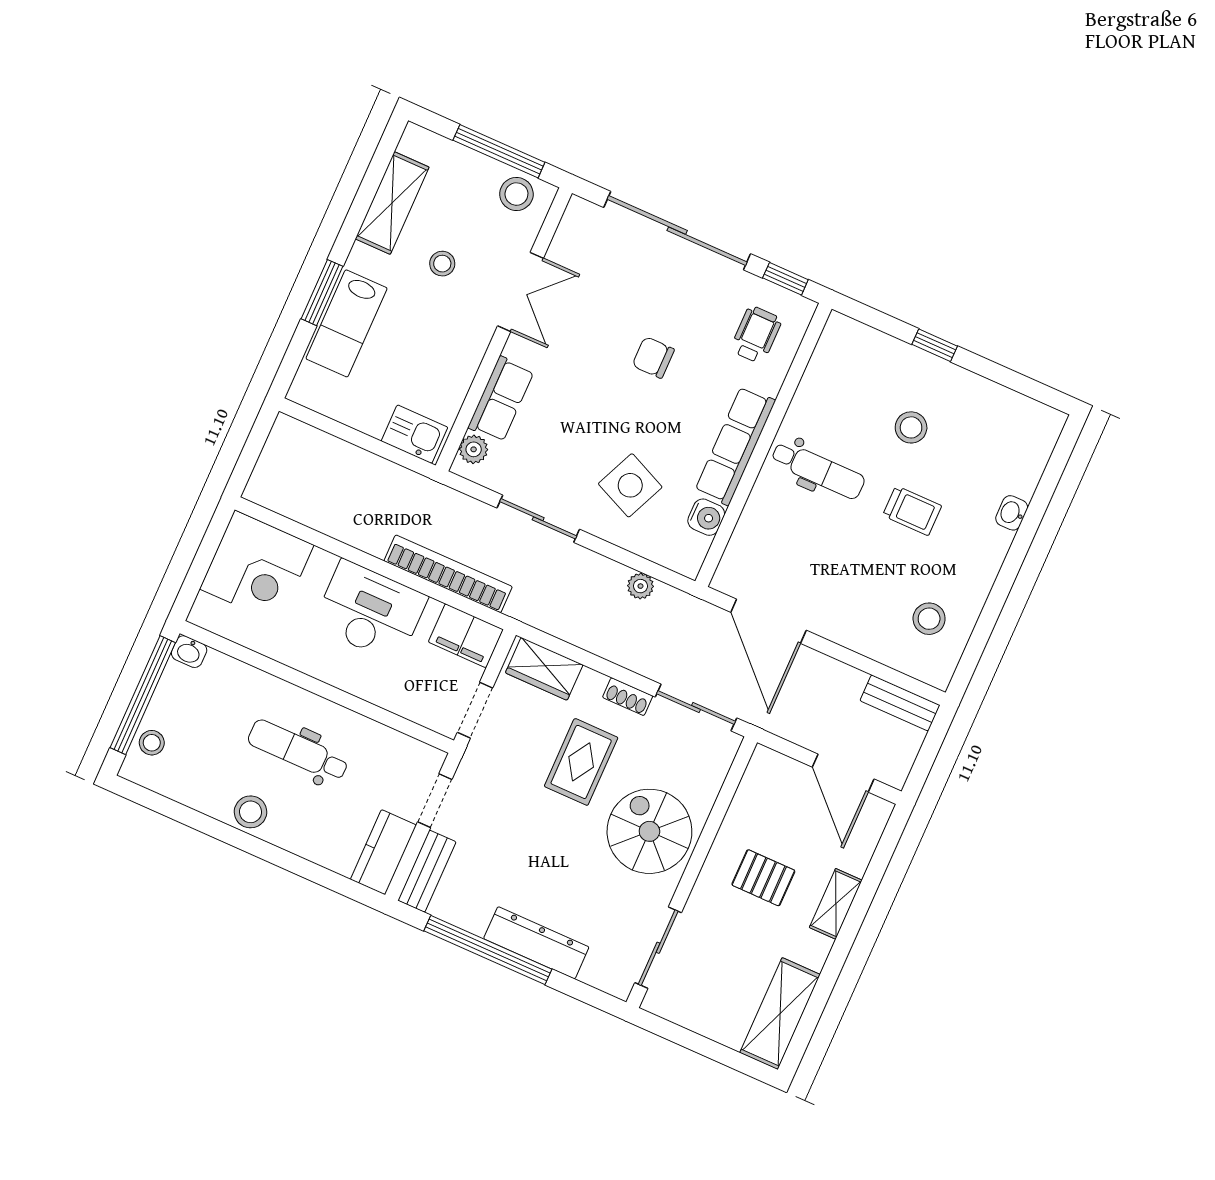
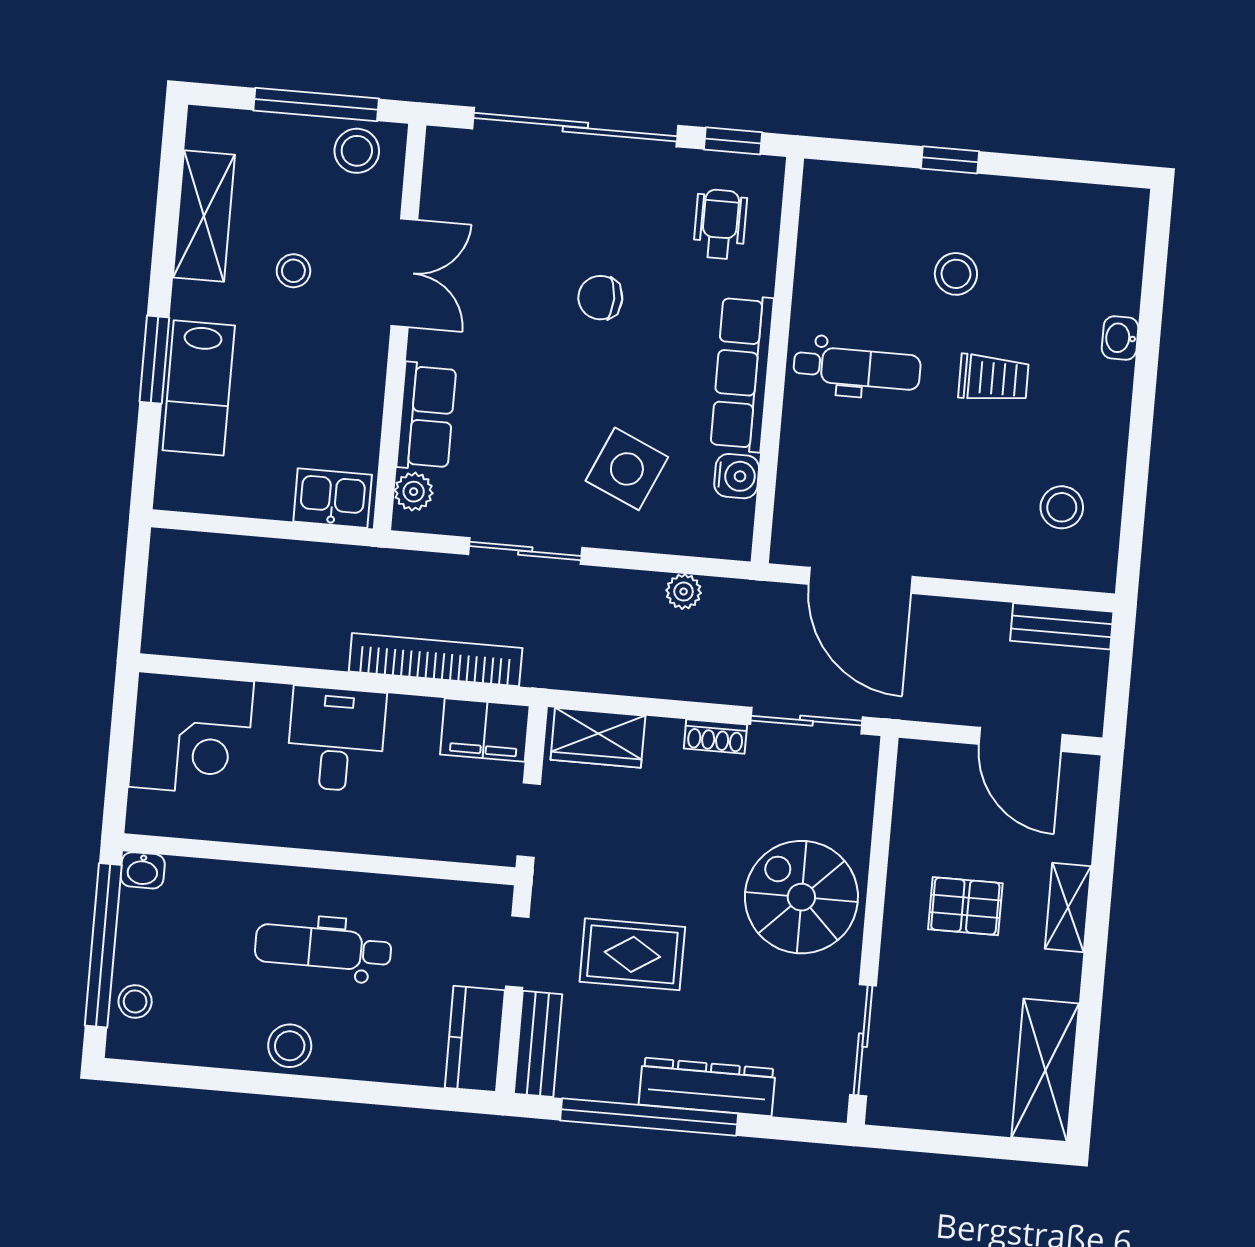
desk: (370, 611) -> (336, 739), width x0.73
rug: (581, 762) -> (632, 954), moved, turned 90

